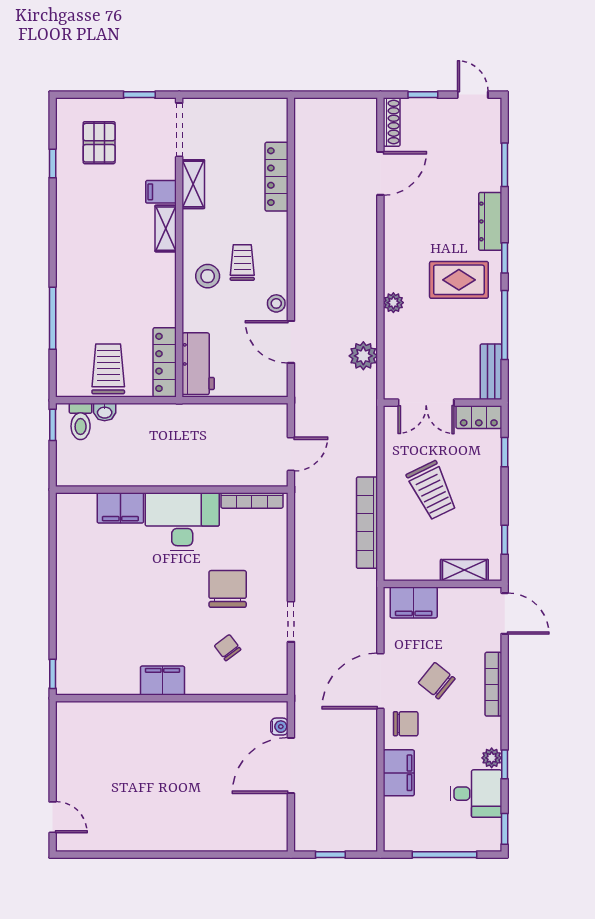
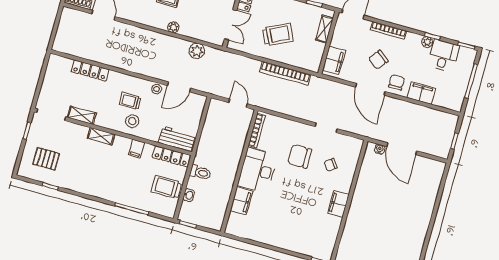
filing cabinet: (161, 192) -> (136, 149), moved
toilet: (81, 421) -> (200, 173), moved

